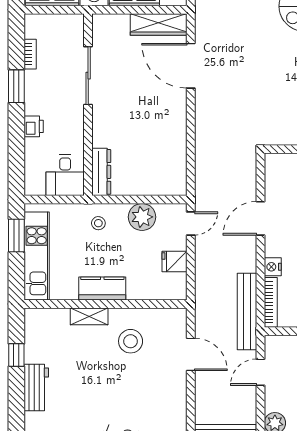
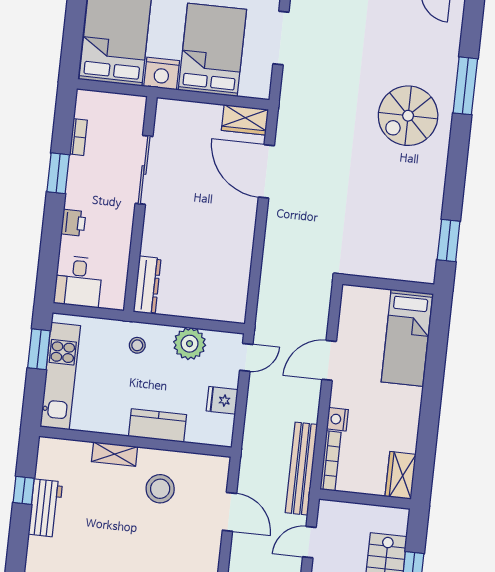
wardrobe: (159, 24) -> (245, 120), width x0.67
desk: (65, 175) -> (78, 281), moved
kitchen counter: (102, 288) -> (158, 426), moved
workbench: (36, 387) -> (45, 508), moved

